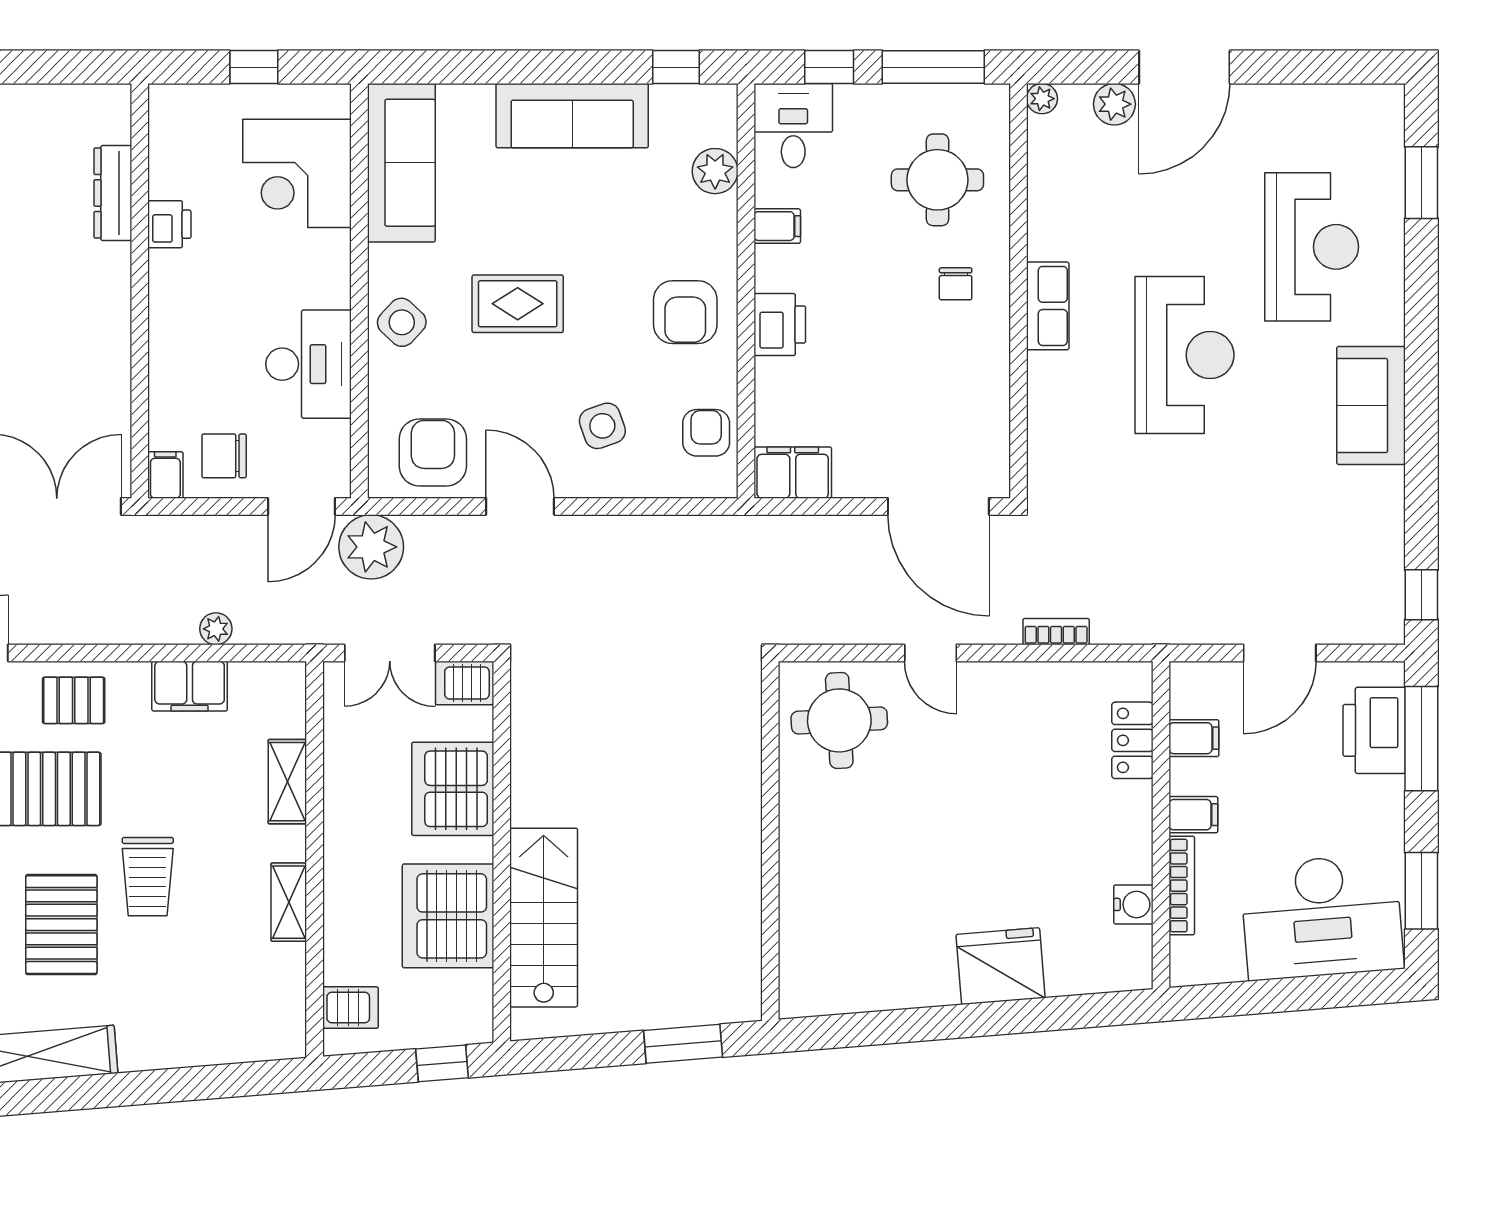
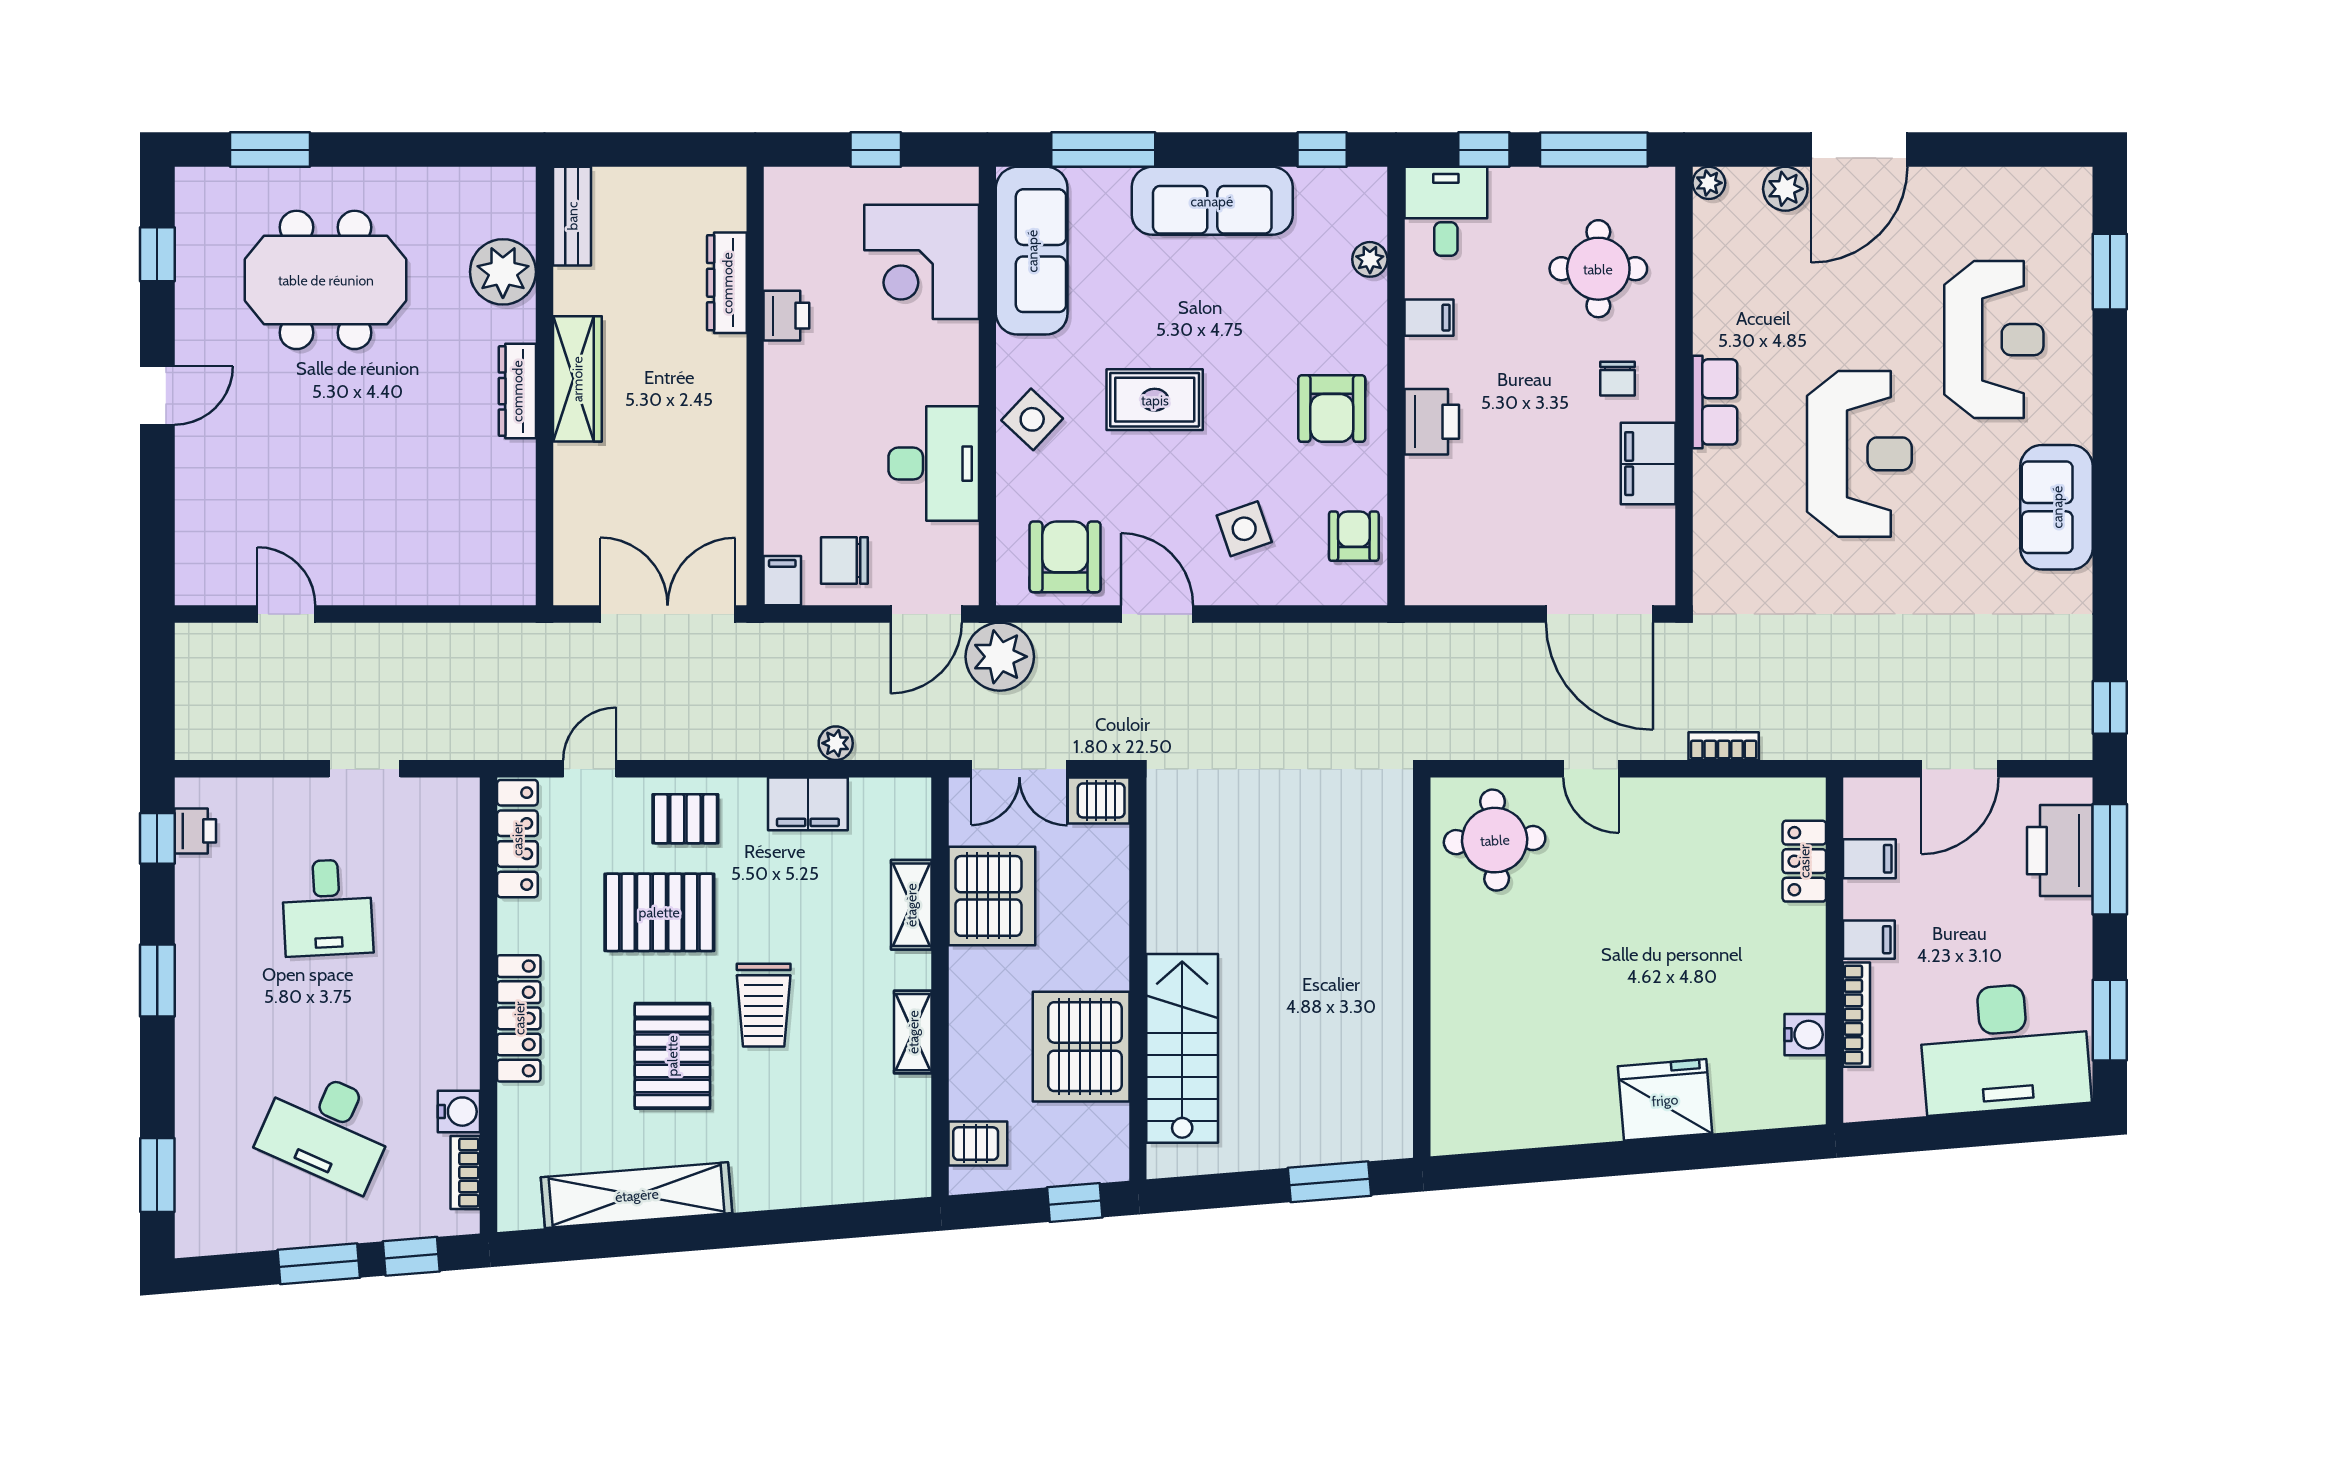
window: (469, 67) -> (1103, 150), added
plant: (715, 171) -> (1370, 259), width x0.73, depth x0.73
filing cabinet: (793, 473) -> (1648, 464), moved, turned -90
server rack: (453, 789) -> (992, 896), moved, turned 180

